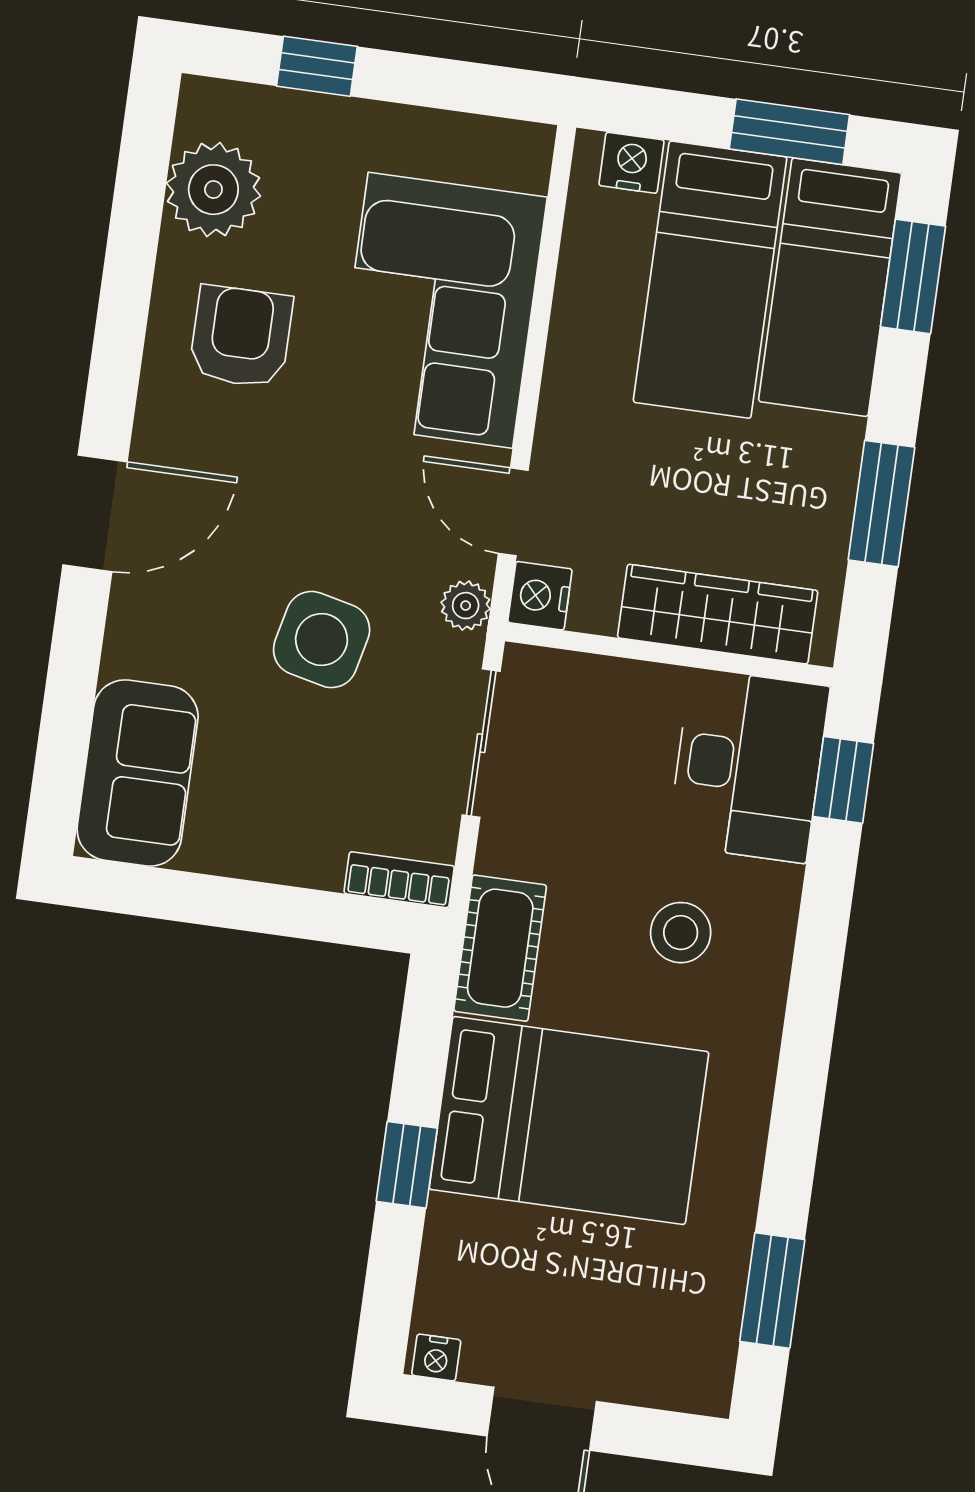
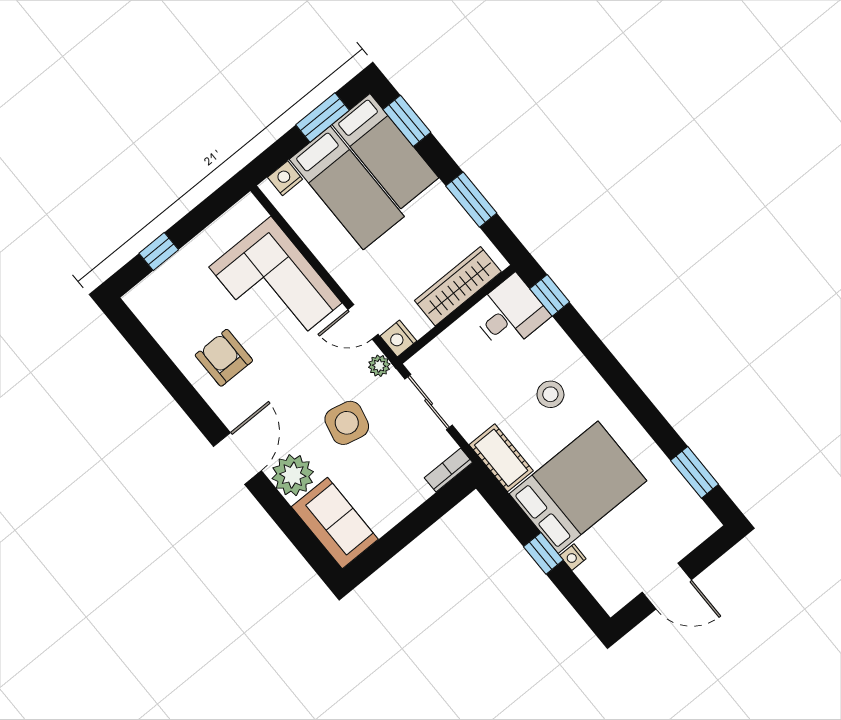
plant: (213, 190) -> (293, 475), moved
desk: (749, 766) -> (510, 313), width x0.73
nightstand: (436, 1358) -> (573, 557), moved, turned 90

